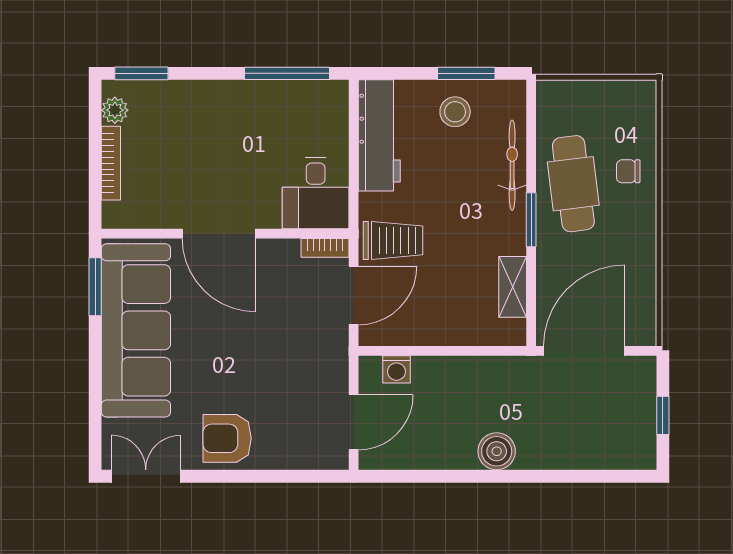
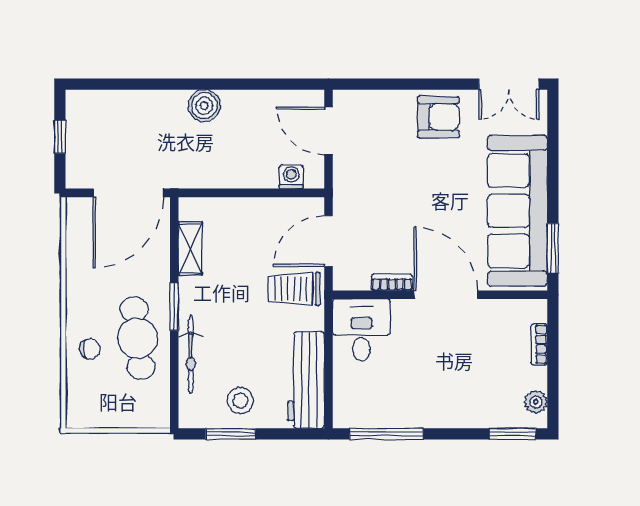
bookcase: (111, 163) -> (539, 344), width x0.64
bookcase: (325, 248) -> (392, 282), moved
door: (354, 422) -> (328, 131), hinge flipped

